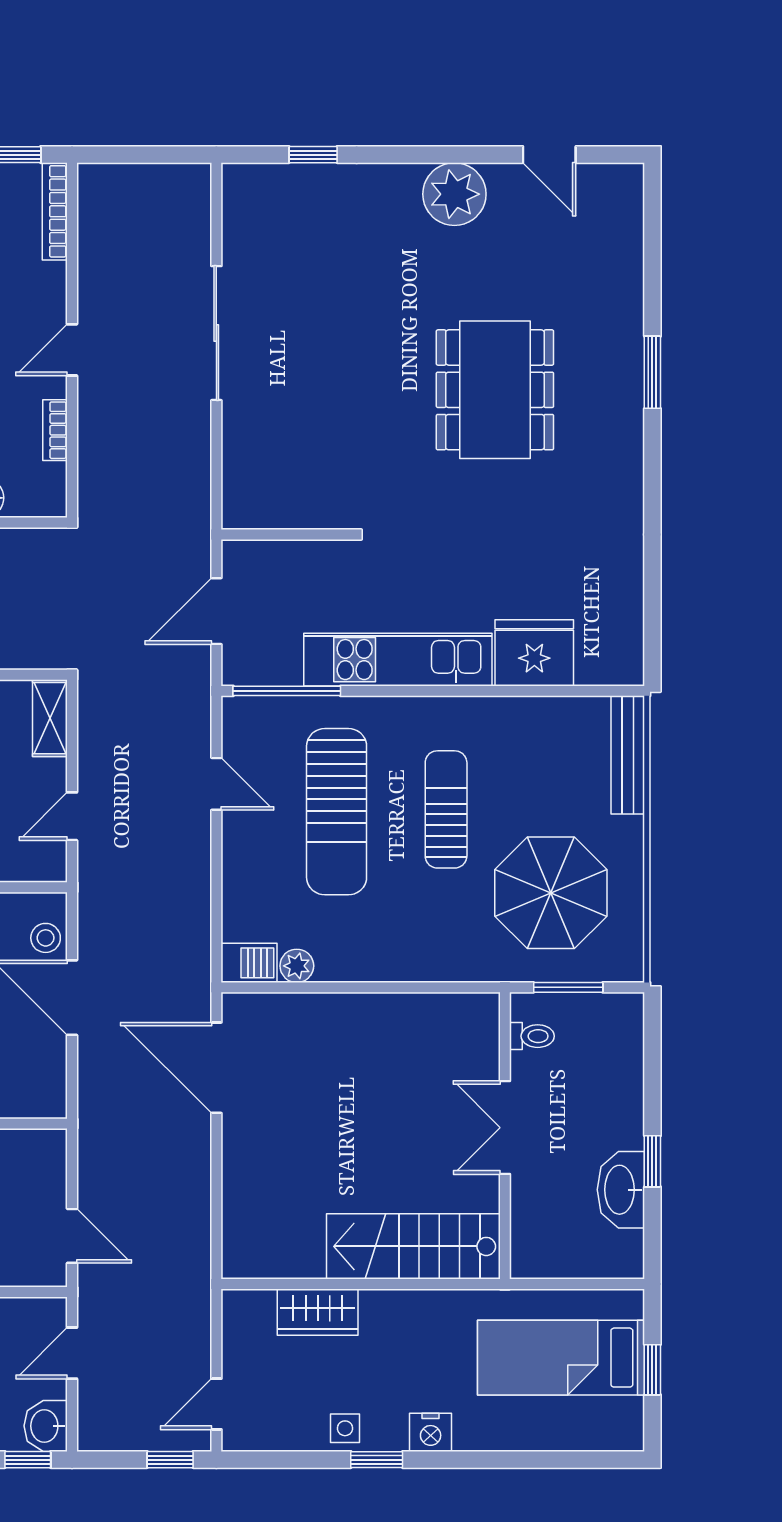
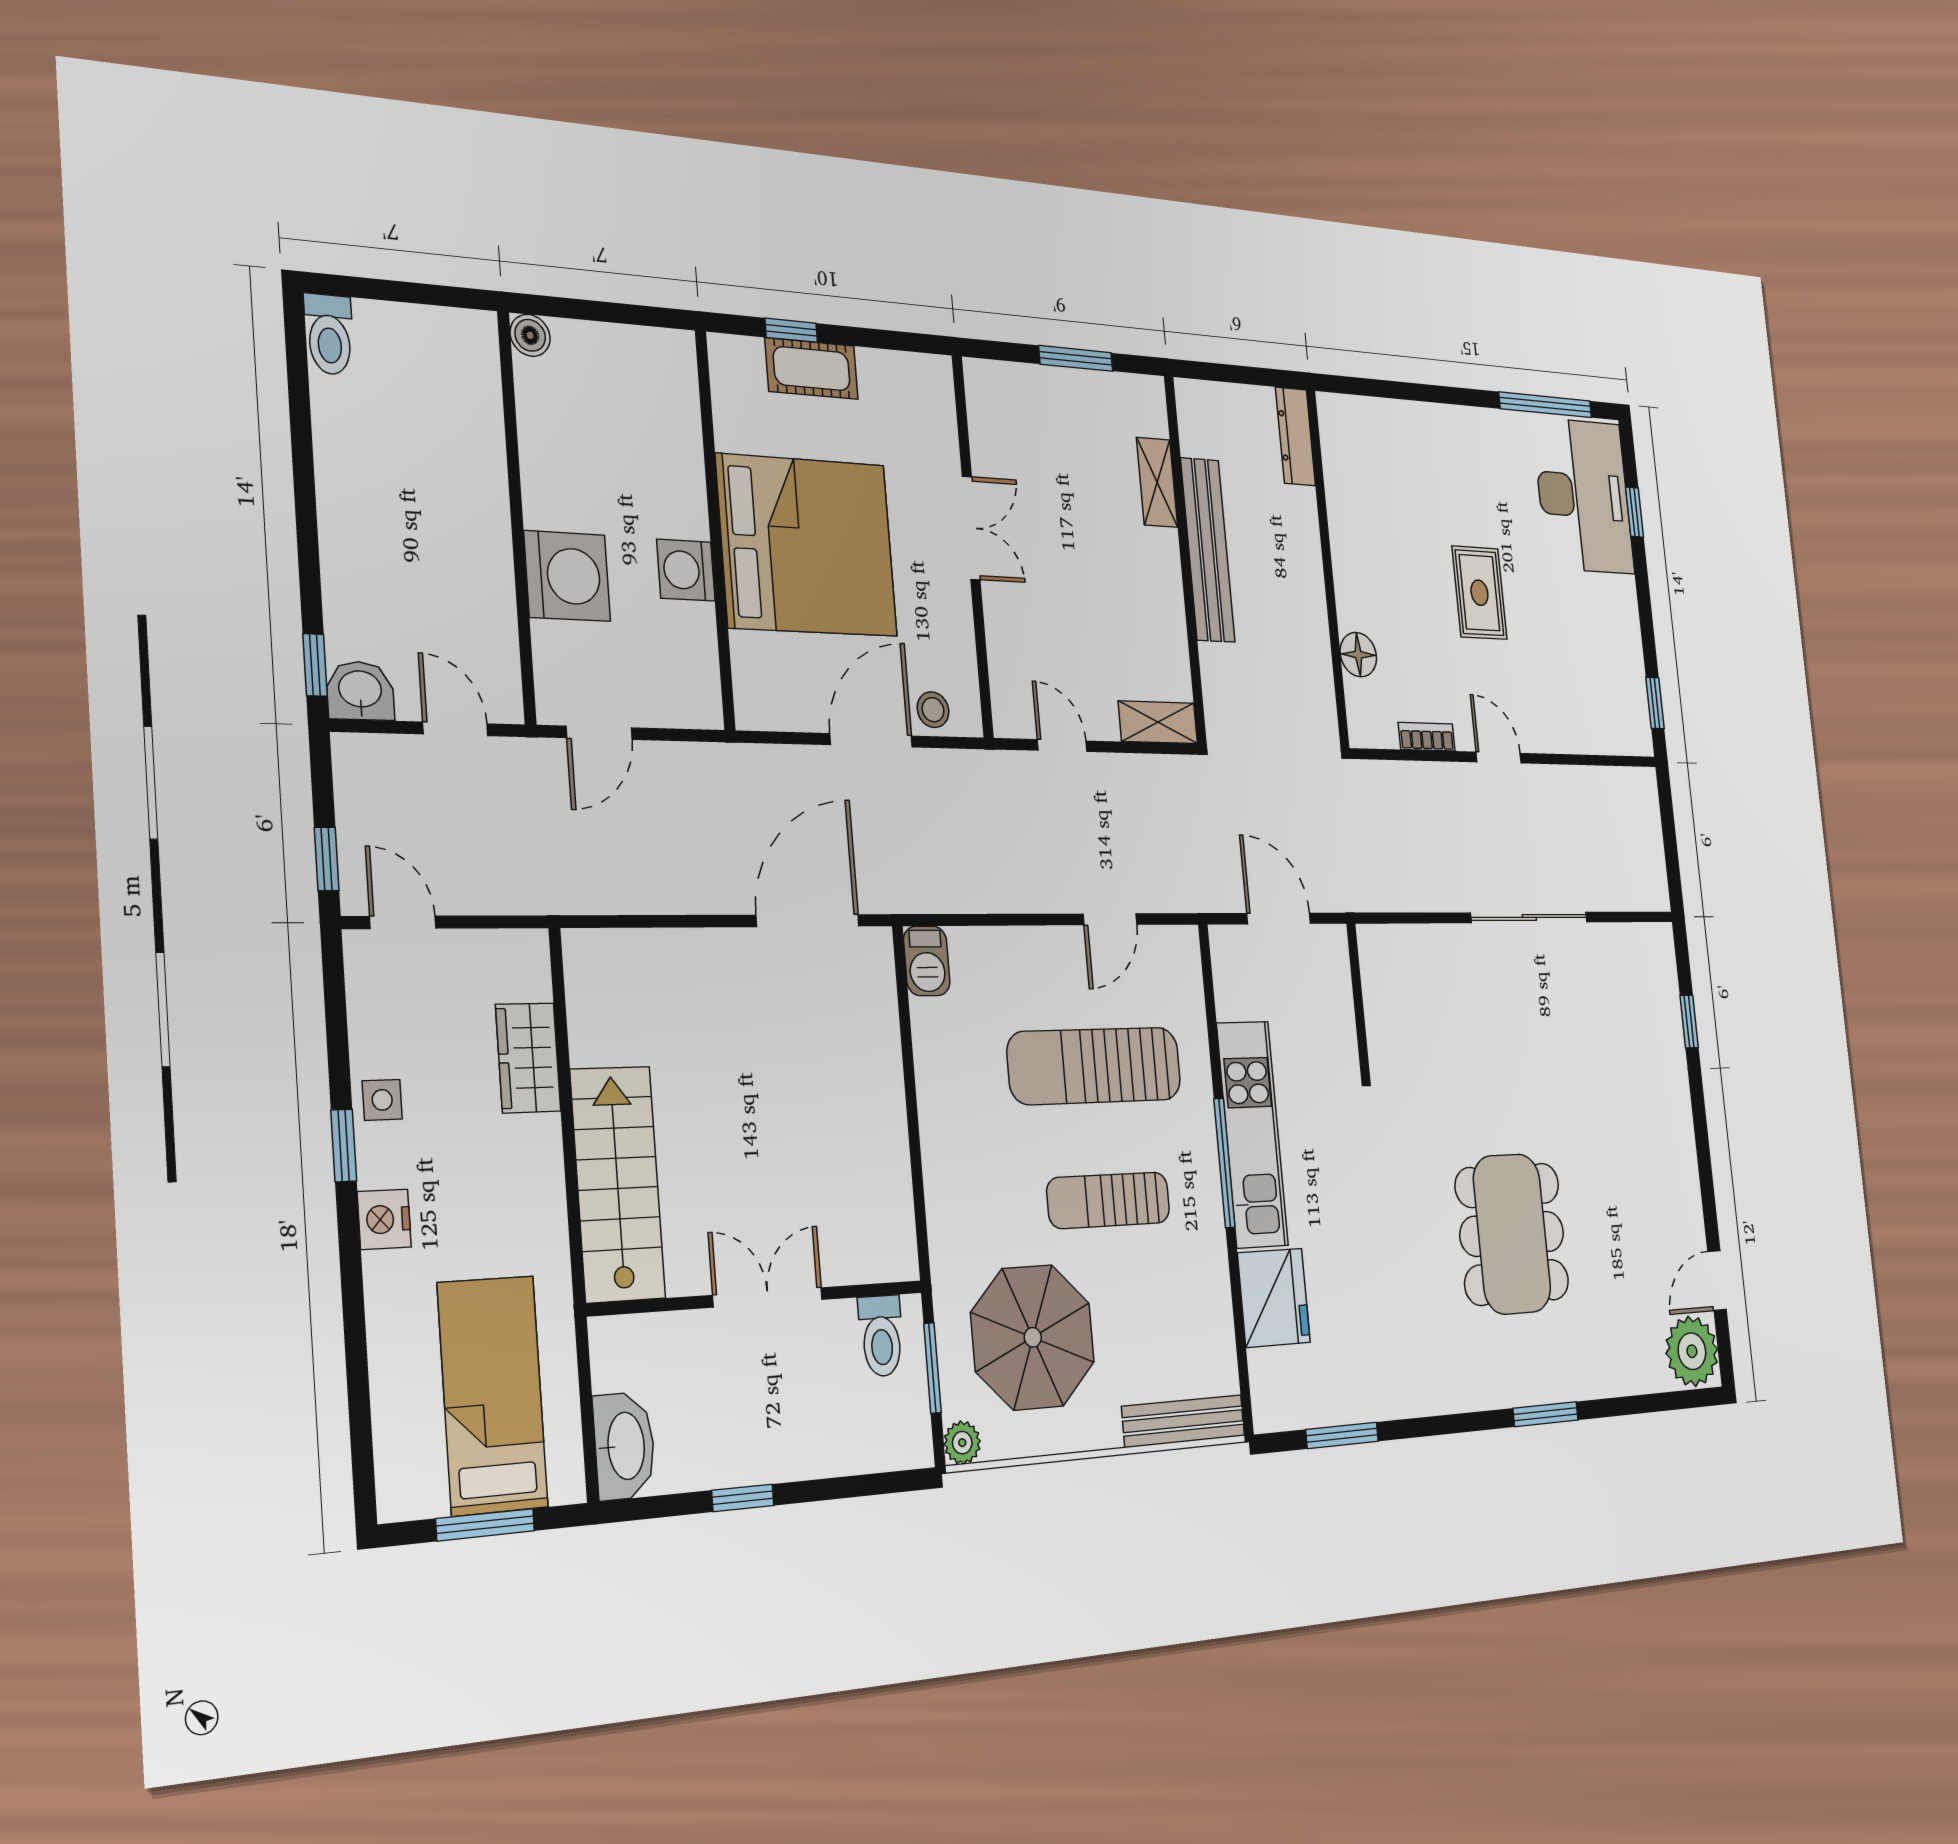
plant: (454, 194) -> (1692, 1351), moved
bookcase: (55, 211) -> (1613, 742), removed
dining table: (495, 390) -> (1512, 1234), turned 90
window: (652, 595) -> (1342, 1435), added
window: (287, 691) -> (1224, 1163), moved
sun lounger: (446, 809) -> (1108, 1200), turned 180
plant: (297, 966) -> (962, 1443), moved
toilet: (532, 1036) -> (881, 1336), width x1.37, depth x1.39
washbasin: (621, 1190) -> (624, 1446), moved, turned 90
window: (652, 1370) -> (485, 1525), width x1.50

